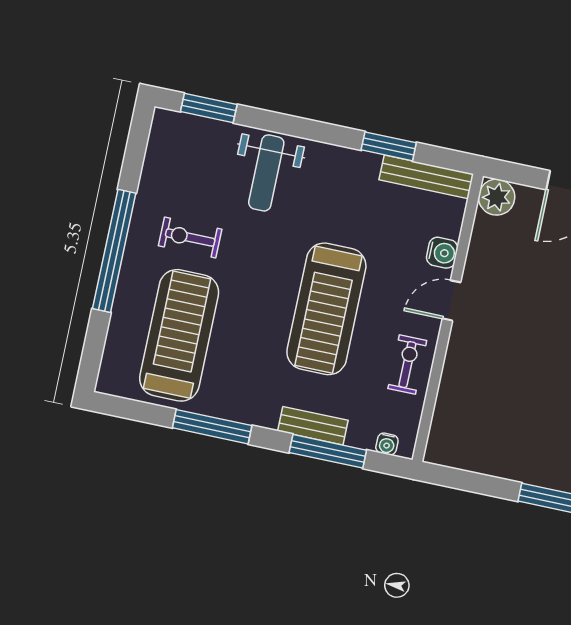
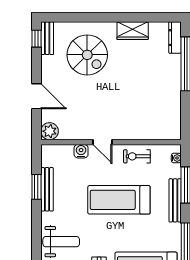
bench: (426, 177) -> (47, 189), moved
treadmill: (326, 309) -> (119, 200), turned 180
bench: (313, 426) -> (175, 200), width x1.36

